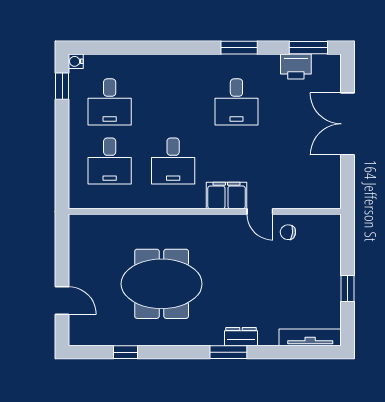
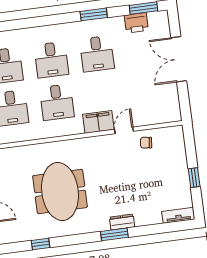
desk: (173, 102) -> (51, 60), added
door: (260, 211) -> (124, 130), swing flipped
meeting table: (162, 284) -> (60, 192), turned 90
tv unit: (310, 337) -> (178, 215), width x0.71

